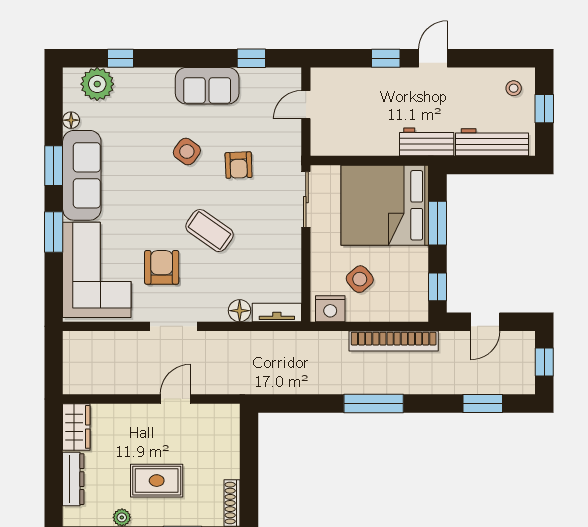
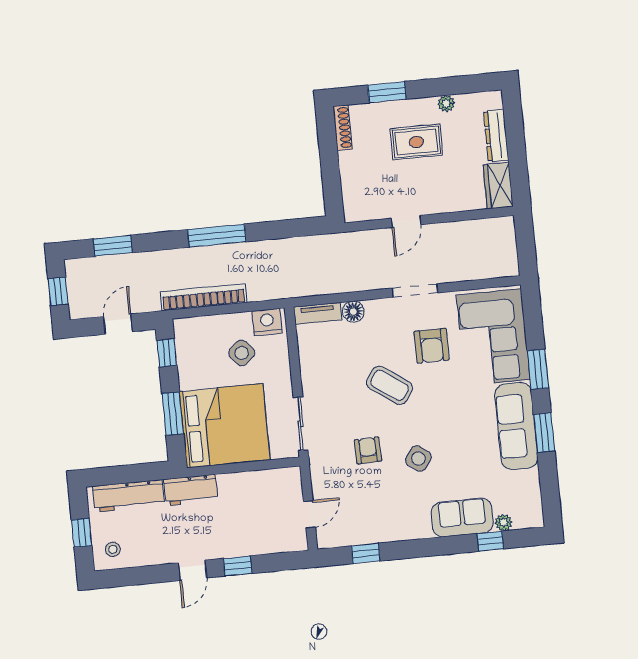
plant: (97, 84) -> (504, 523), width x0.53, depth x0.53
sofa: (207, 86) -> (462, 518), moved
floor lamp: (71, 120) -> (532, 478), removed

